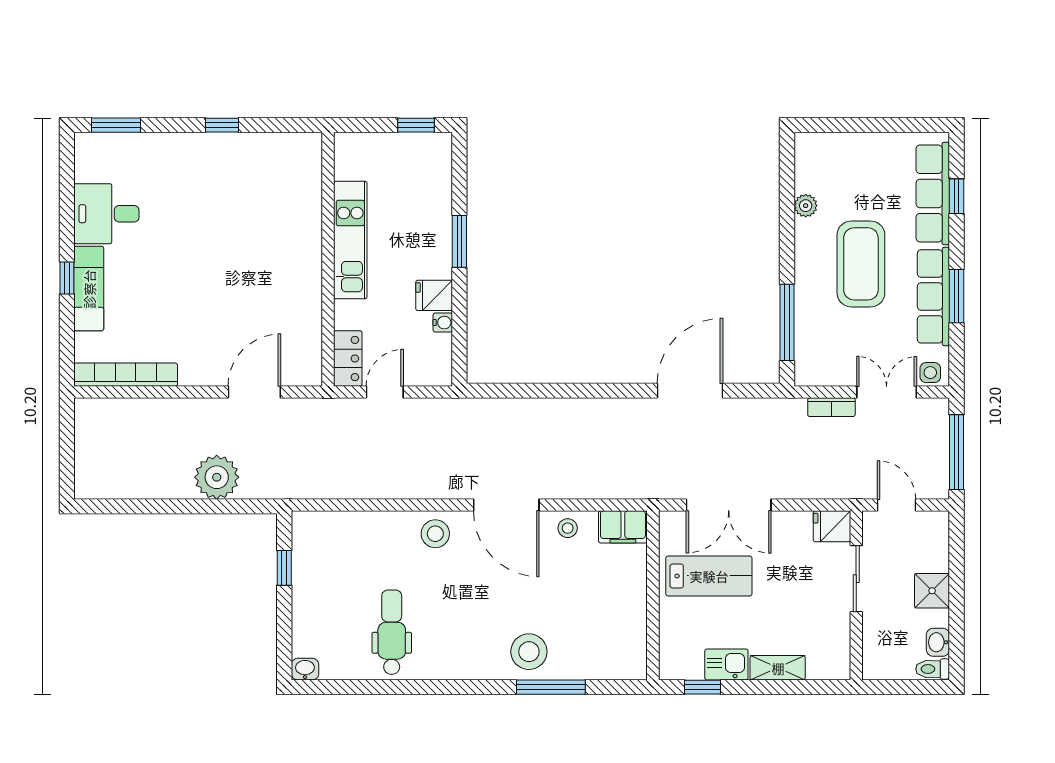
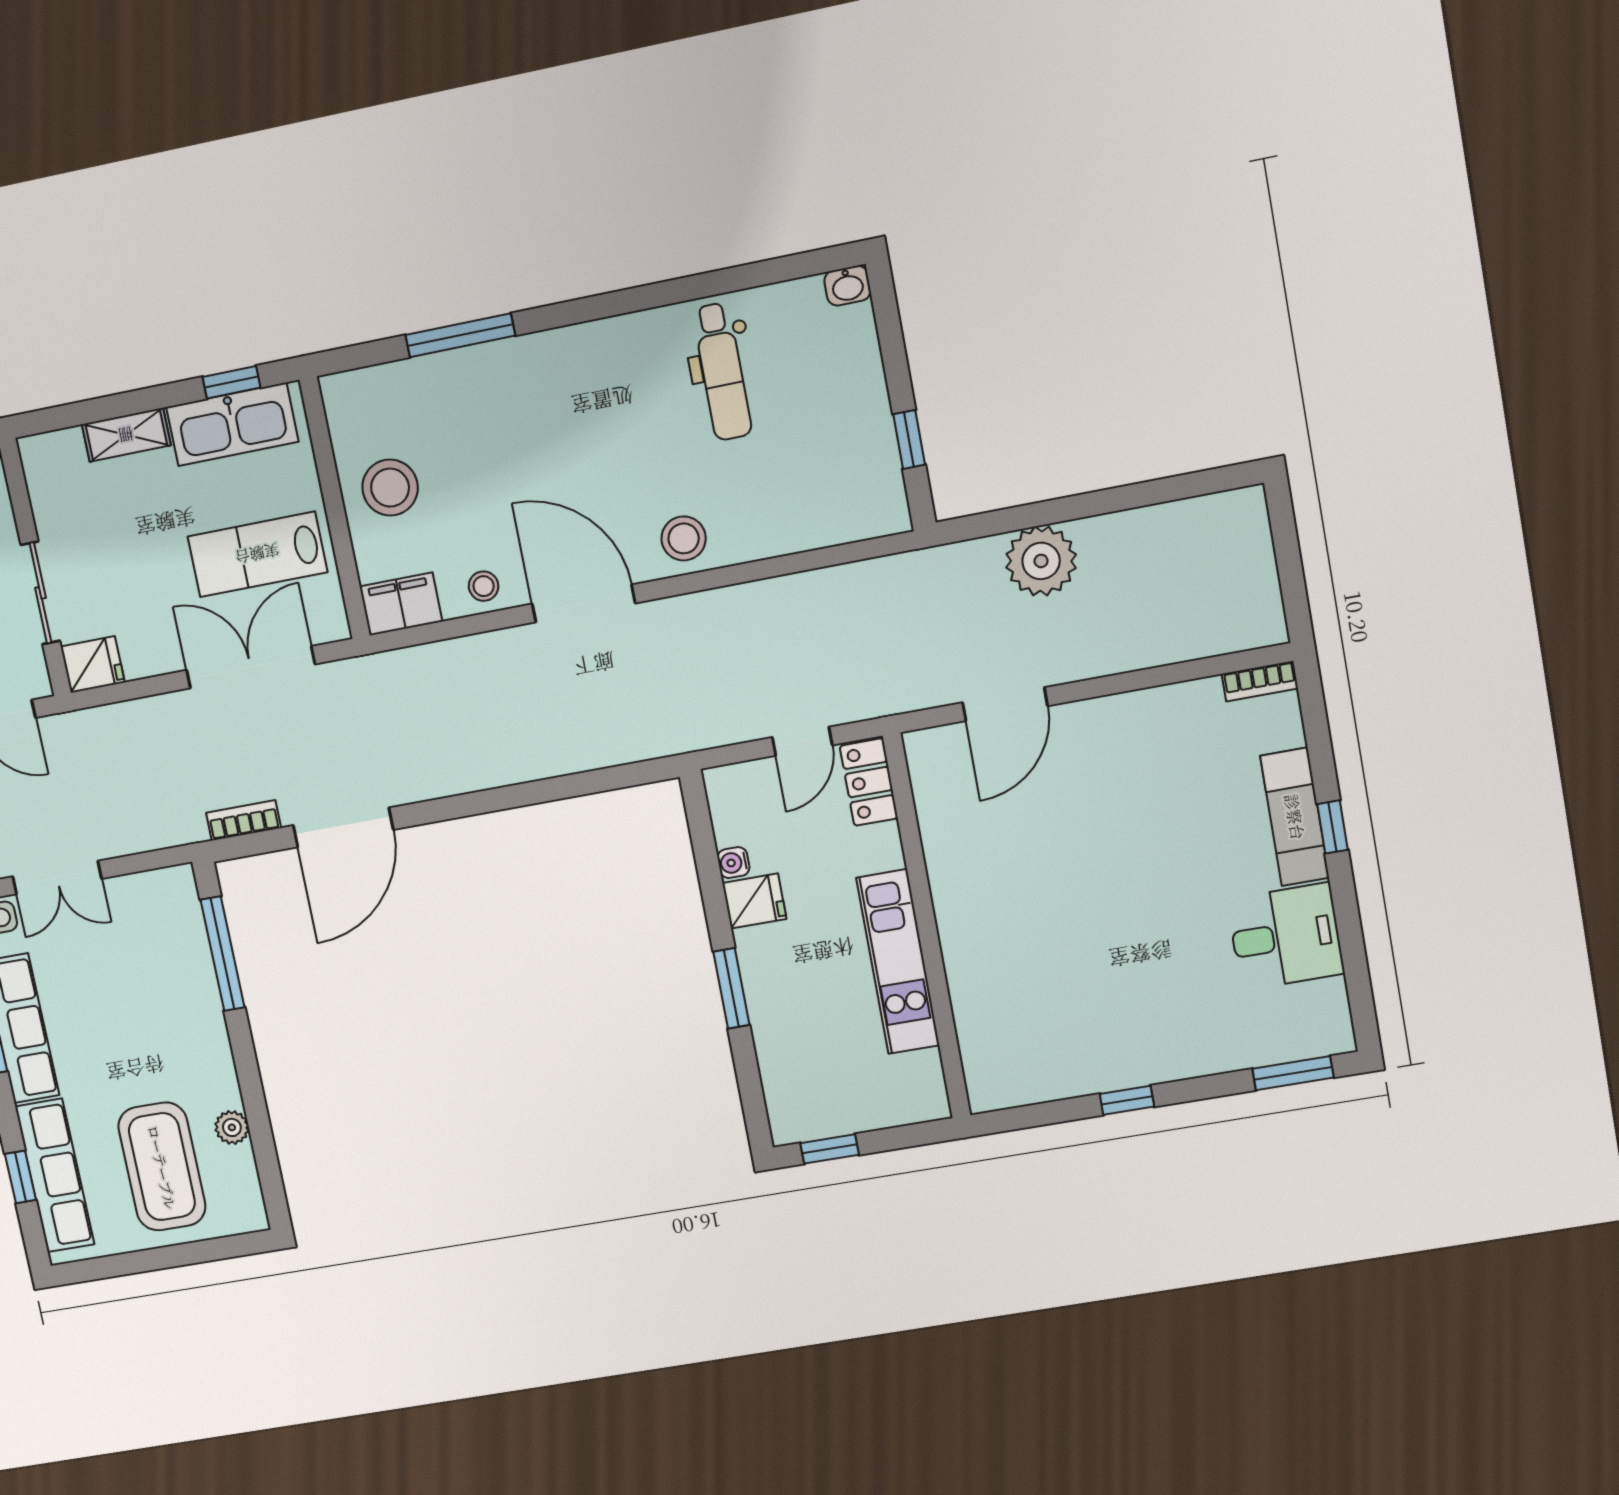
coffee table: (861, 264) -> (162, 1167), moved
bookcase: (126, 375) -> (1260, 681), width x0.43, depth x0.76
bookcase: (831, 407) -> (244, 820), moved
stool: (529, 652) -> (390, 488), moved
kitchen sink: (726, 665) -> (232, 424), width x1.88, depth x1.24

